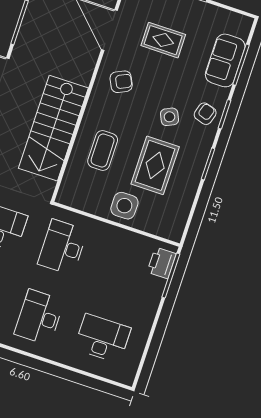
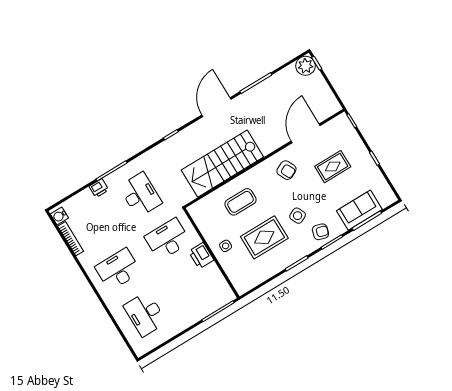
rug: (163, 40) -> (333, 167), turned 90
side table: (124, 206) -> (226, 246), width x0.54, depth x0.54
printer: (162, 263) -> (201, 256), moved, turned -90
desk: (102, 338) -> (145, 314), turned 180

